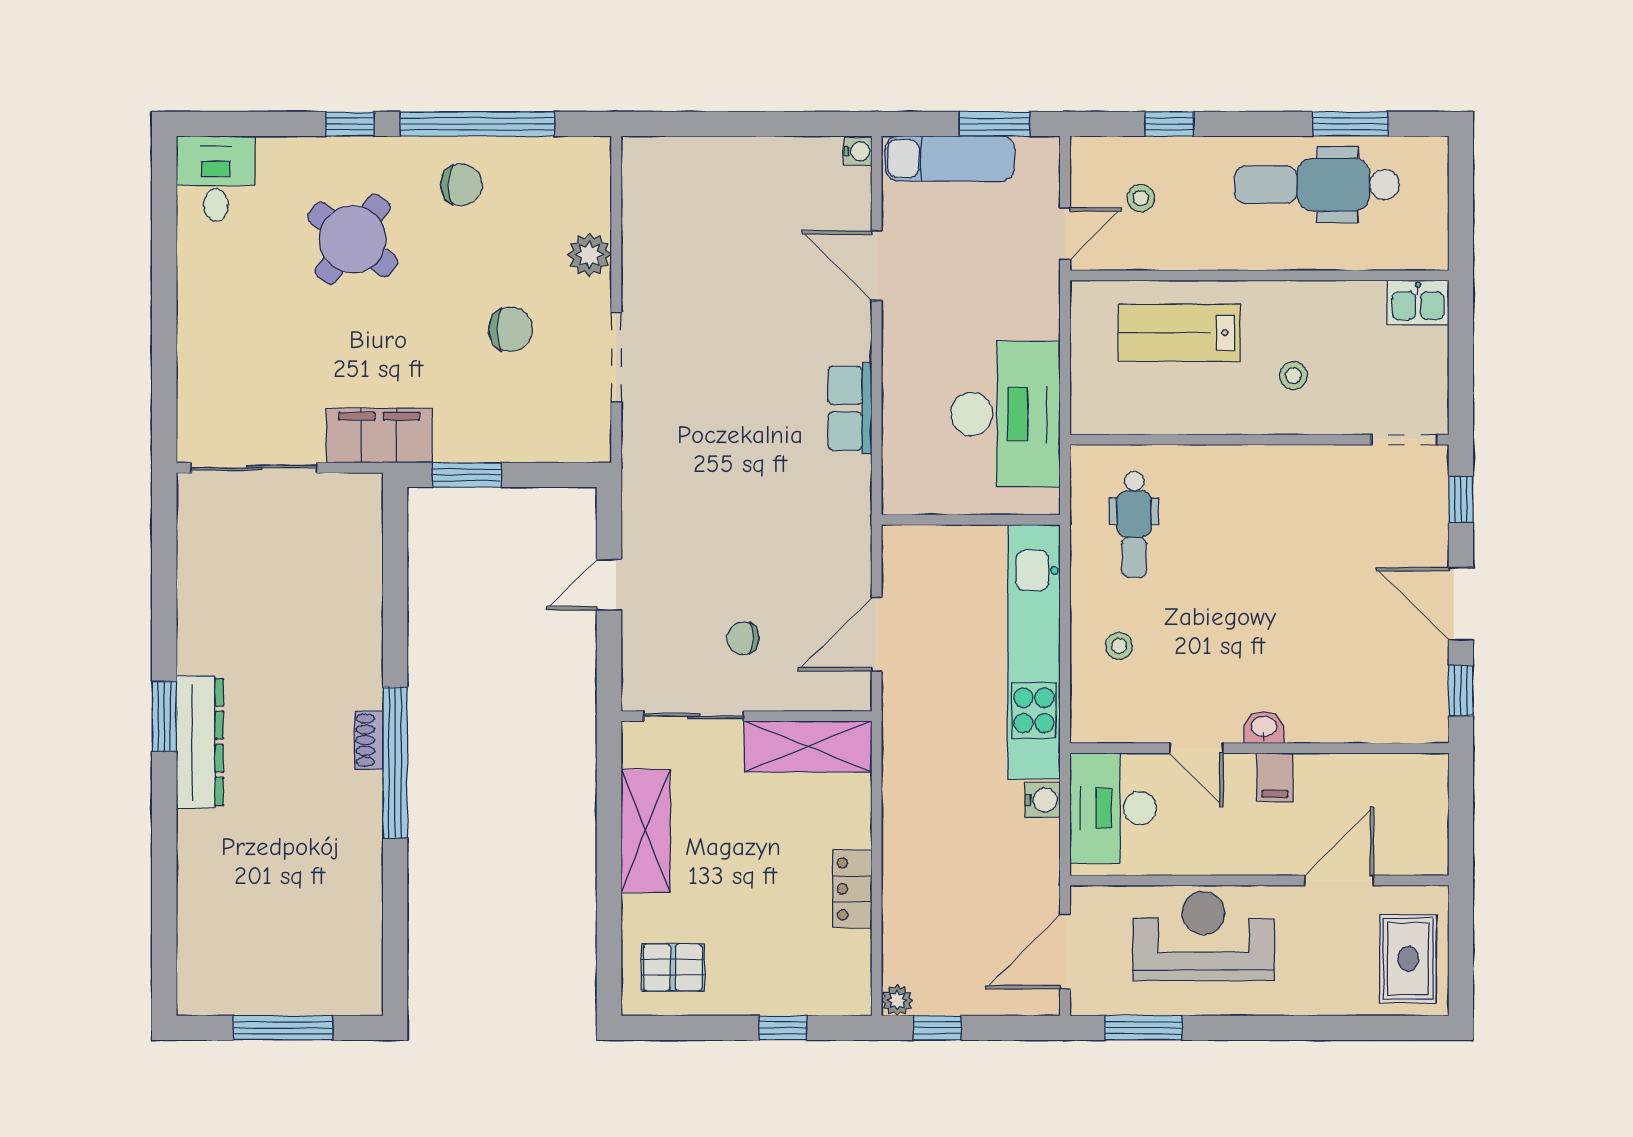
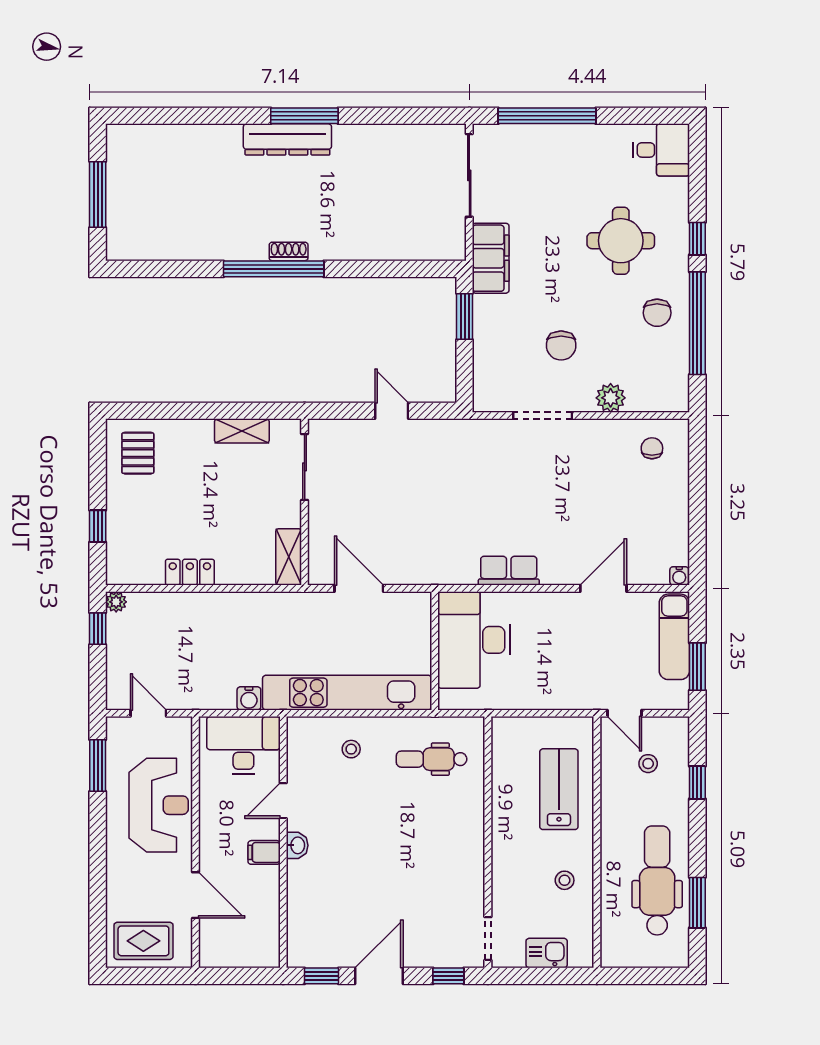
round table: (353, 239) -> (621, 241), turned -37
kitchen sink: (1418, 303) -> (547, 953), moved, turned 90
window: (164, 351) -> (547, 116), added
stool: (1294, 376) -> (565, 880), moved
desk: (1006, 414) -> (474, 640), moved, turned 90
chair: (743, 638) -> (652, 448), moved
window: (164, 716) -> (304, 116), width x1.44
shelving: (808, 747) -> (289, 557), width x0.67, depth x0.75
shelving: (646, 831) -> (242, 431), width x0.67, depth x0.75
door: (1065, 952) -> (148, 713), width x0.73

